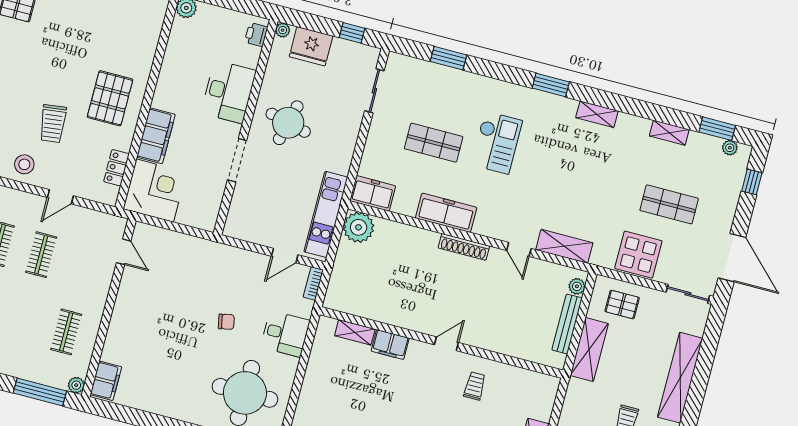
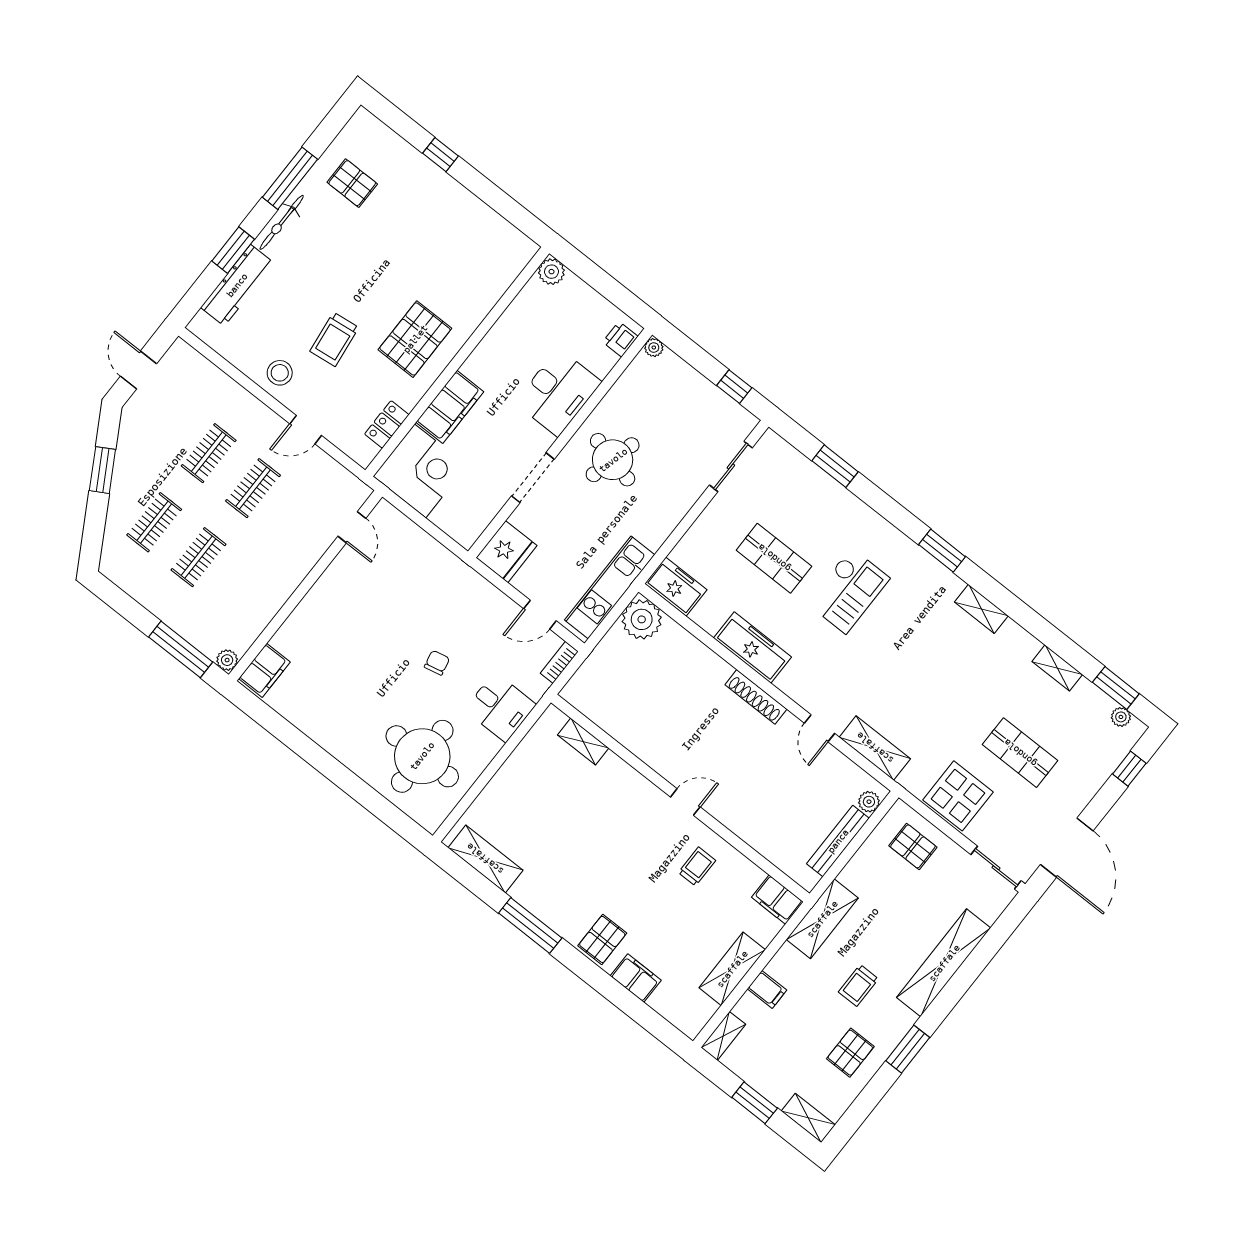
fridge: (311, 46) -> (506, 552), moved, turned -90
chair: (226, 322) -> (437, 663), turned -90
clothes rail: (66, 332) -> (198, 557), moved
filing cabinet: (390, 345) -> (777, 900), moved
shelving: (589, 350) -> (822, 919), moved

